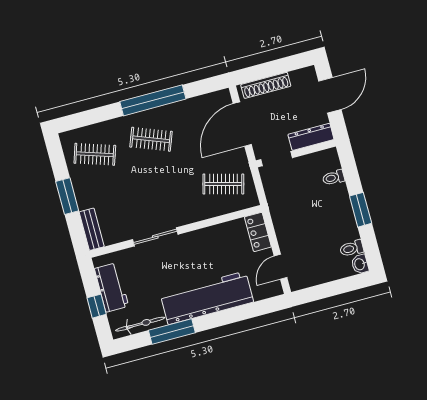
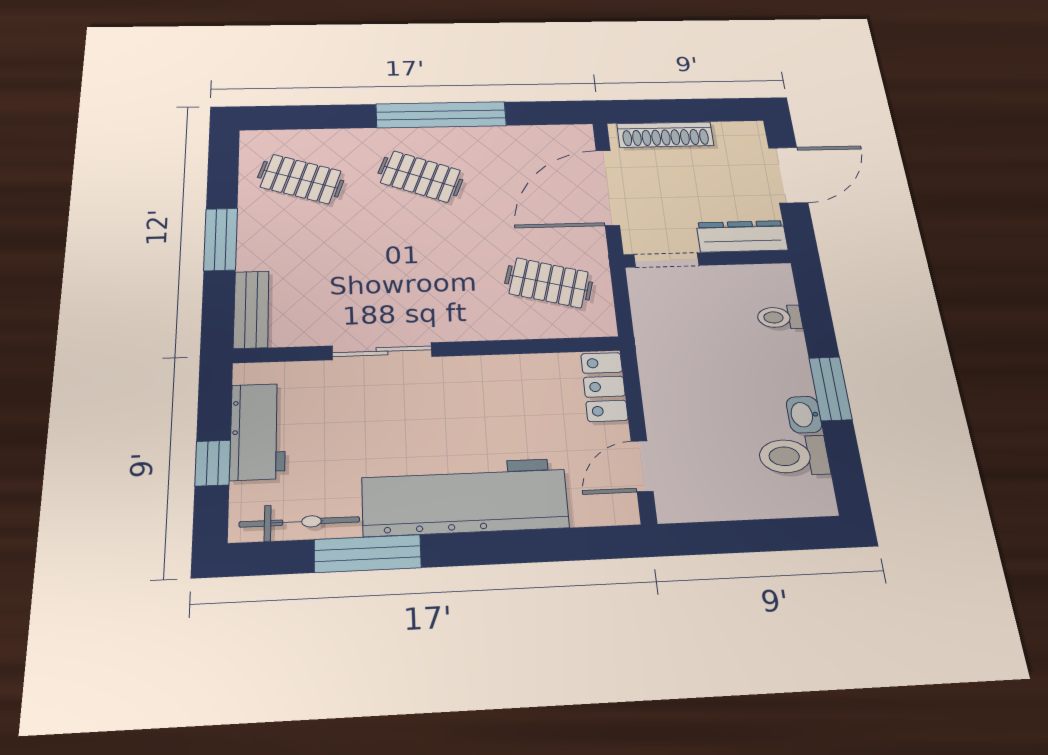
toilet: (352, 248) -> (794, 456), width x1.37, depth x1.39
washbasin: (360, 264) -> (804, 415), moved

